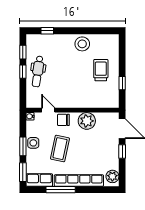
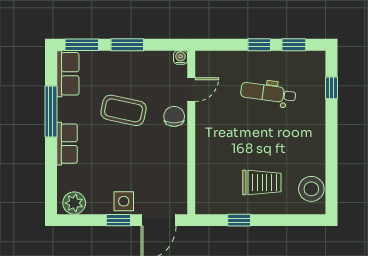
stool: (82, 44) -> (311, 189), moved
dental chair: (38, 71) -> (268, 93), moved
plant: (87, 121) -> (172, 158), removed
side table: (33, 143) -> (124, 201), moved
row of seats: (79, 181) -> (67, 144), width x0.50

